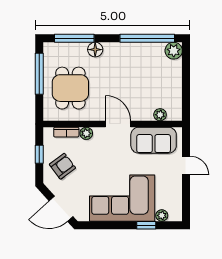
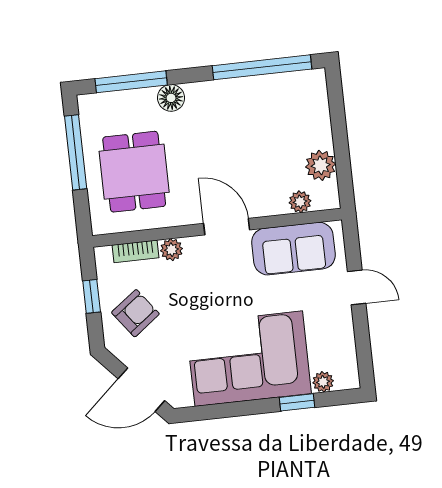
plant: (174, 51) -> (321, 165), moved

